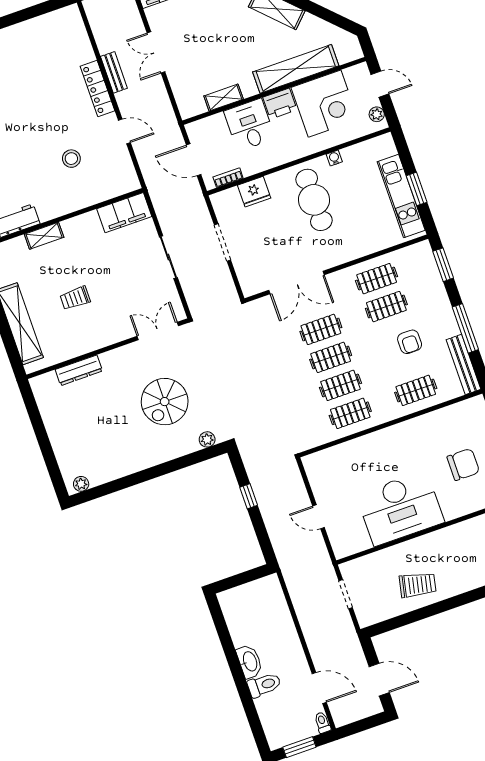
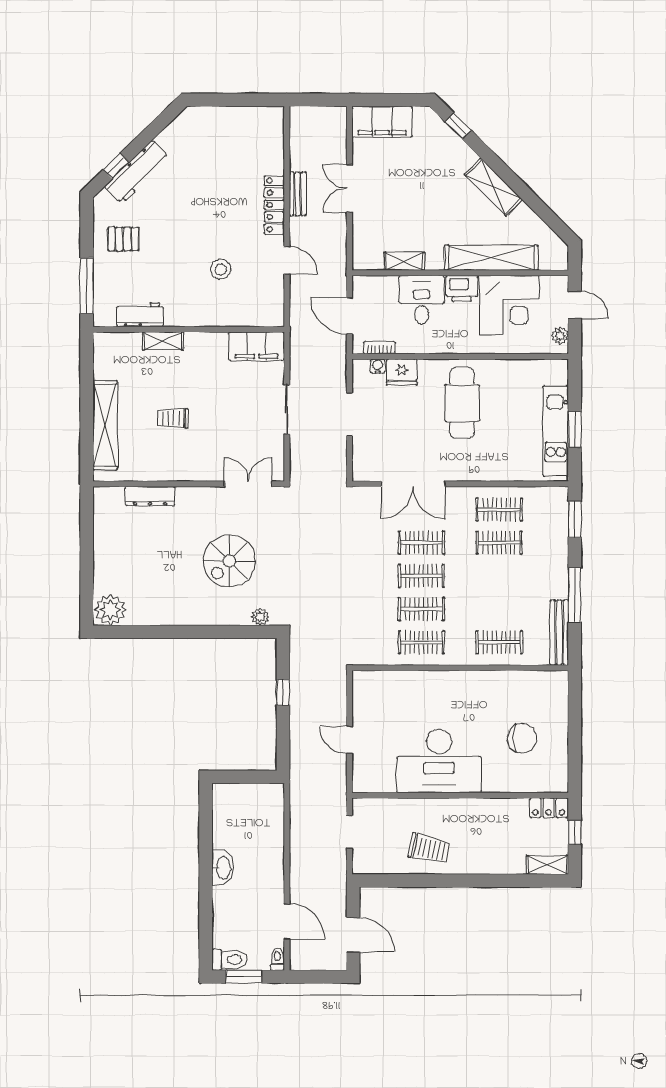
water cooler: (334, 158) -> (378, 366), moved
armchair: (410, 342) -> (511, 589), removed
plant: (81, 484) -> (110, 610), width x1.87, depth x1.87
toilet: (264, 685) -> (230, 960), moved

